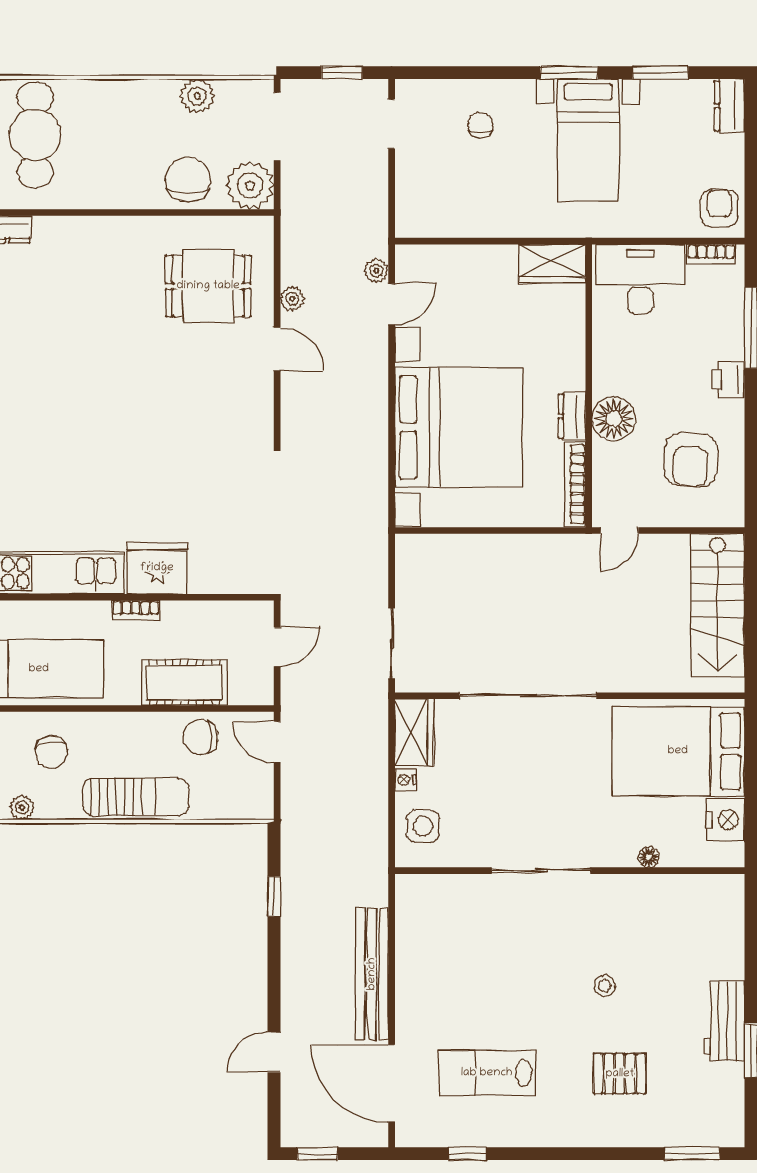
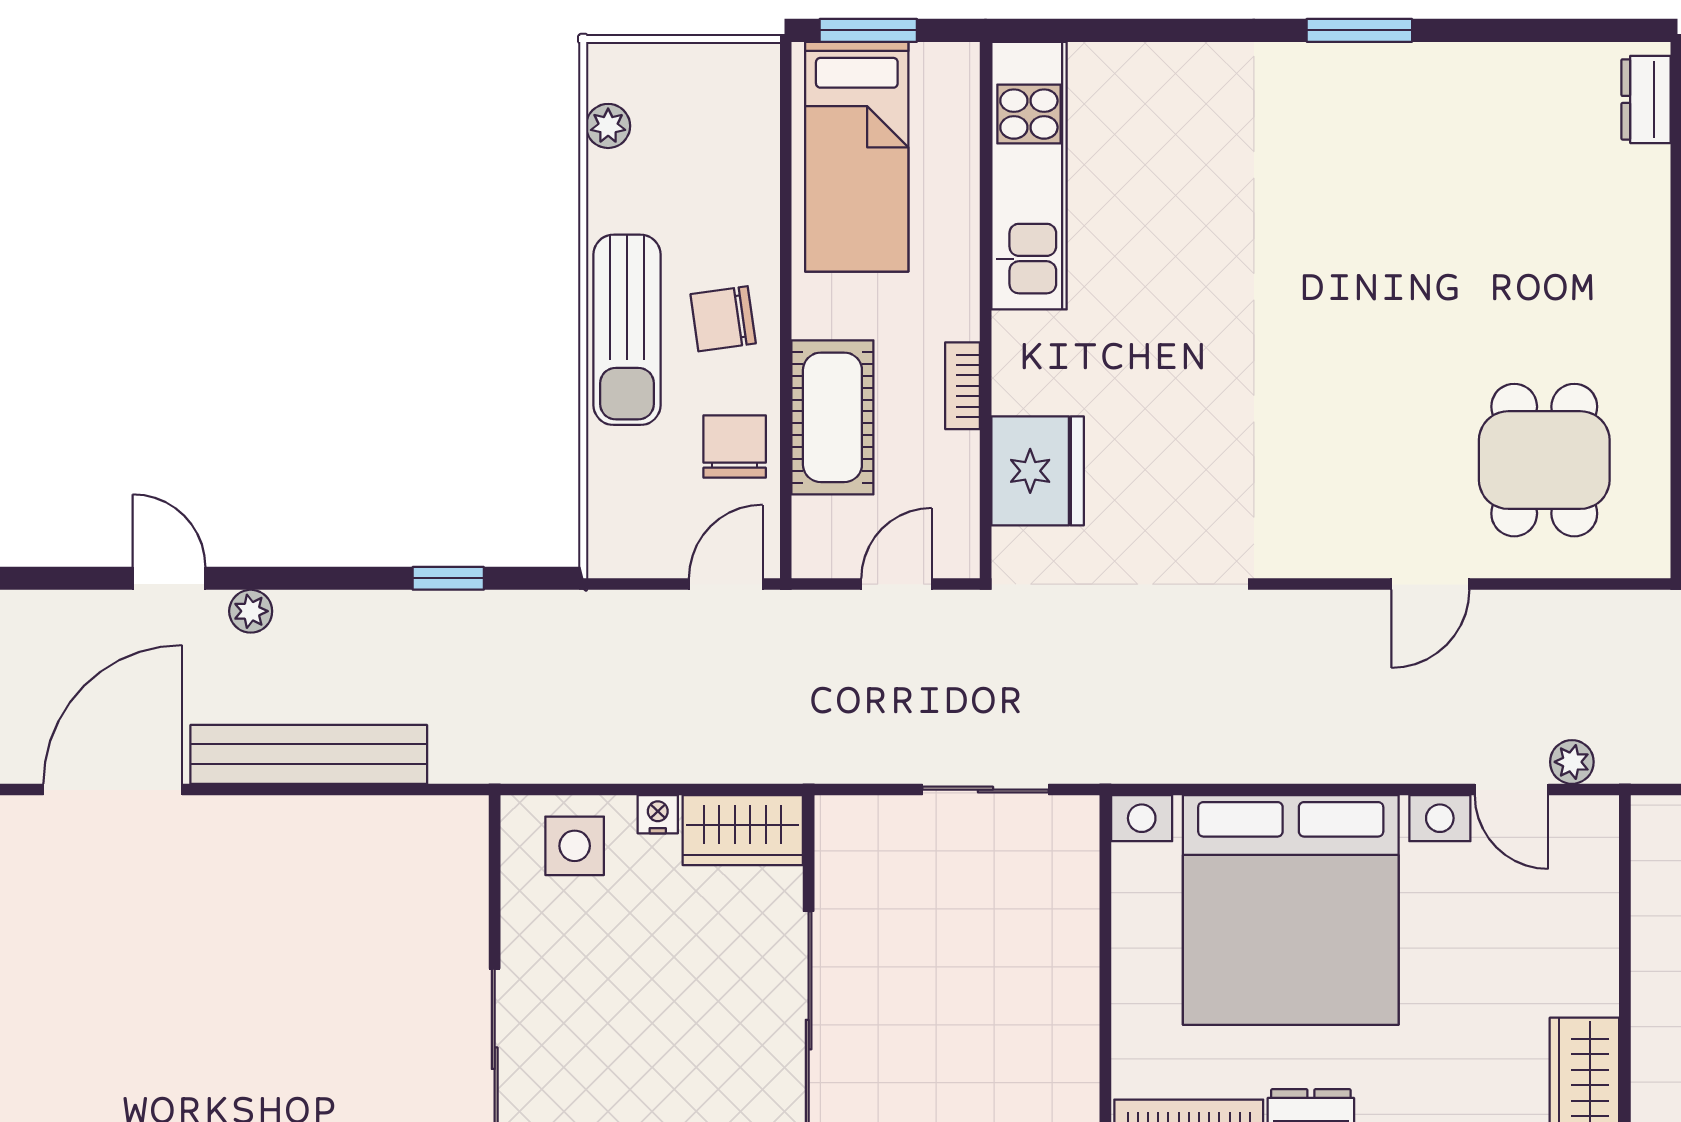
plant: (292, 299) -> (251, 611), moved
fridge: (157, 568) -> (1038, 471), moved
bookcase: (136, 610) -> (963, 386), moved
sliding door: (392, 643) -> (985, 790), moved
door: (277, 647) -> (897, 584), swing flipped
chair: (51, 752) -> (723, 319), moved
lab bench: (487, 1073) -> (132, 961), removed

